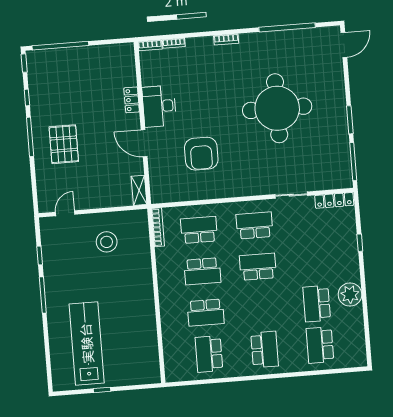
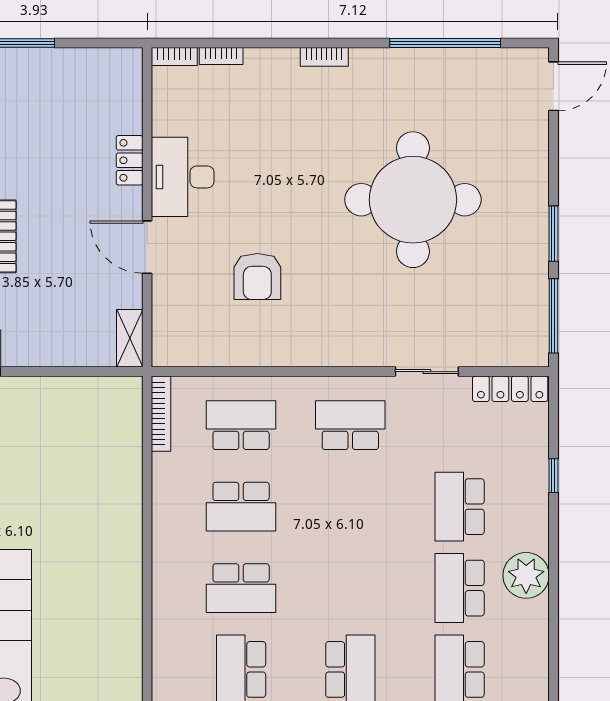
armchair: (201, 154) -> (257, 276), width x0.73, depth x0.73
stool: (107, 242) -> (58, 434), removed
school desk: (258, 267) -> (460, 507), moved, turned -90

